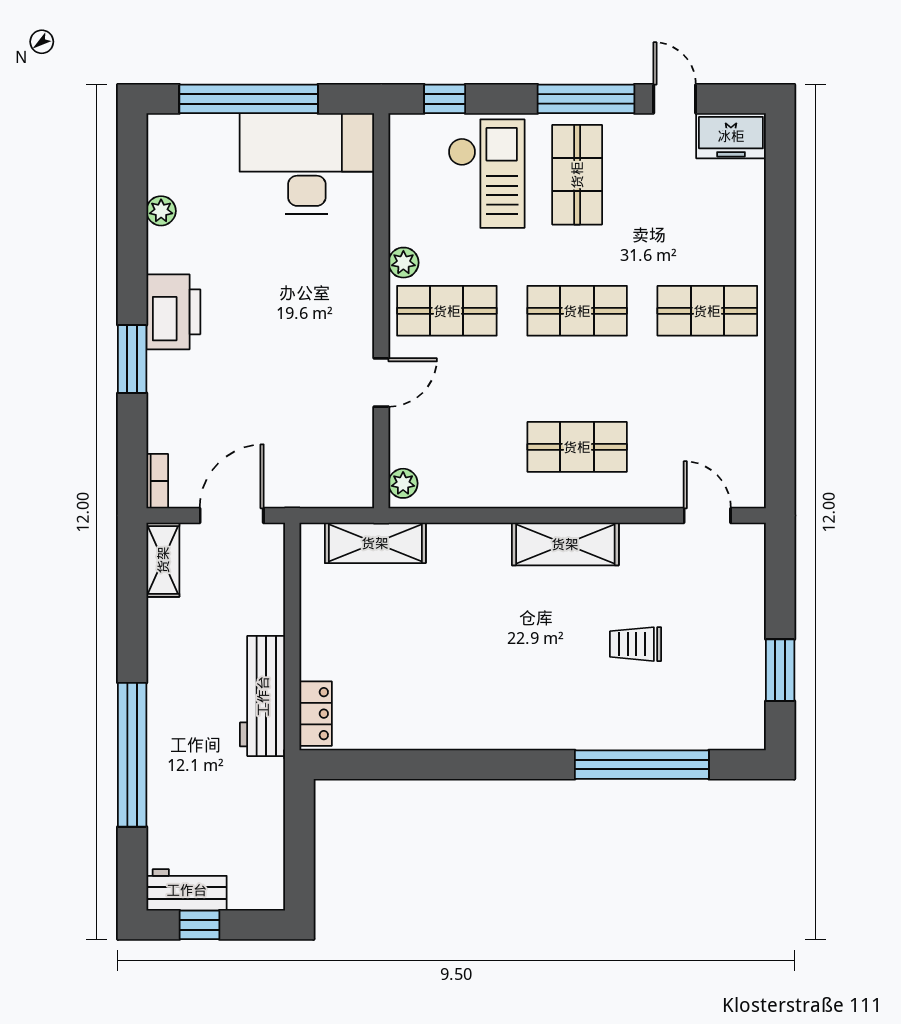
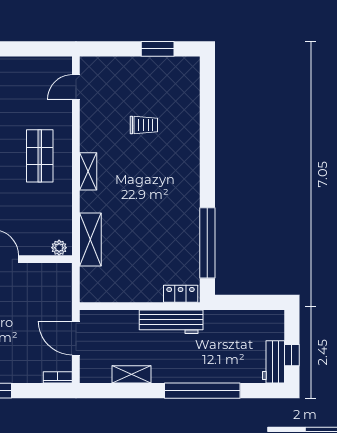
shelving: (375, 543) -> (90, 240), moved
shelving: (565, 544) -> (88, 171), width x0.67, depth x0.75
shelving: (163, 560) -> (132, 374), moved
trolley: (636, 644) -> (144, 125), turned -90
window: (642, 765) -> (207, 243), moved

